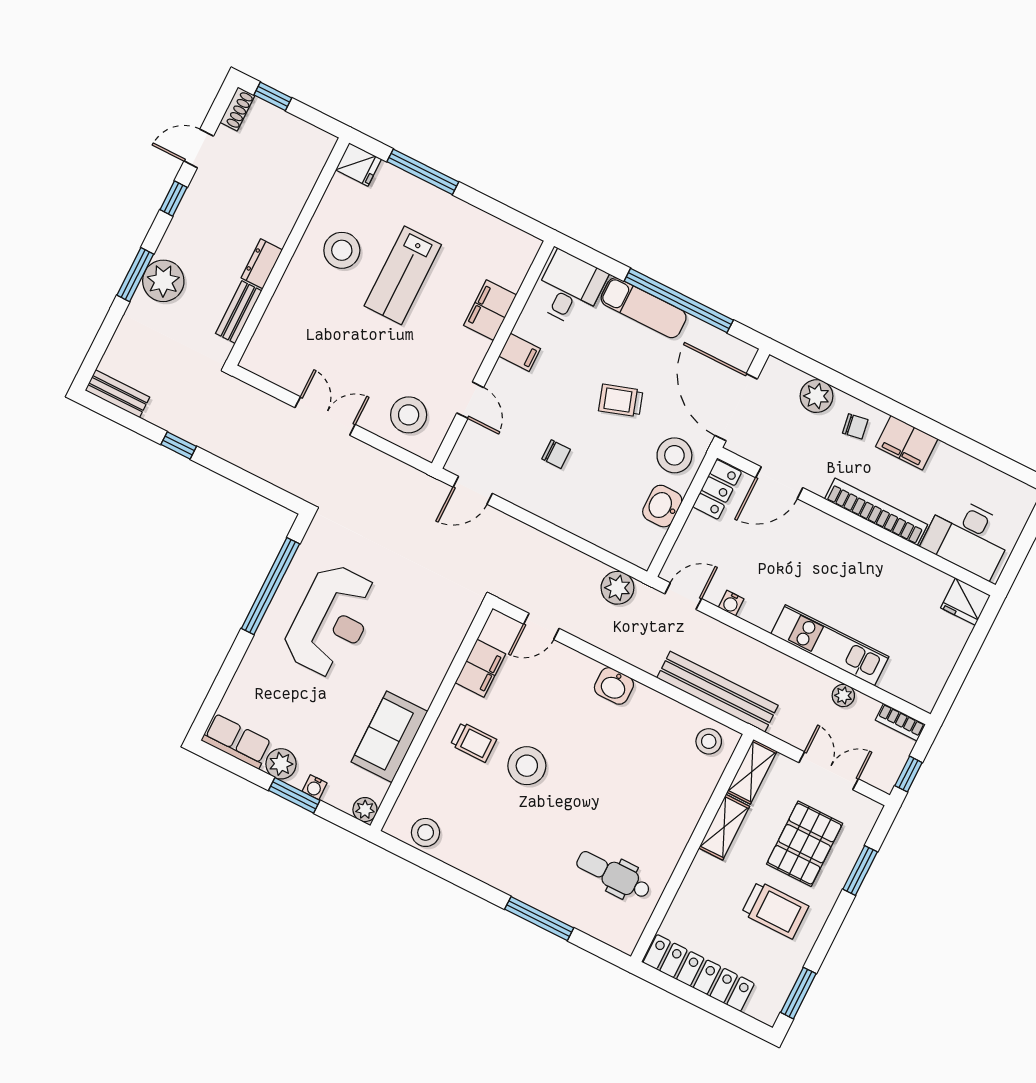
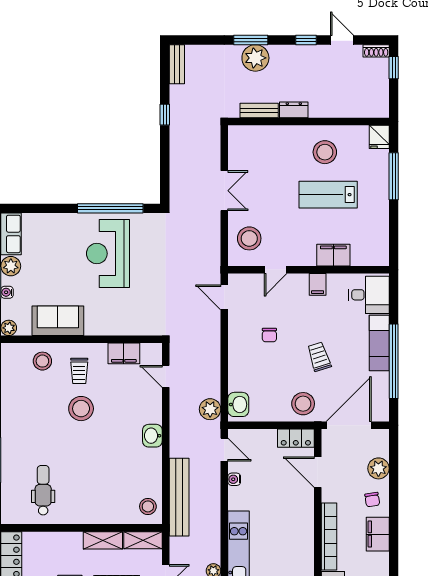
washbasin: (662, 506) -> (238, 404), moved, turned 90
reception desk: (331, 621) -> (108, 254), turned 90
stool: (426, 832) -> (42, 361), moved

